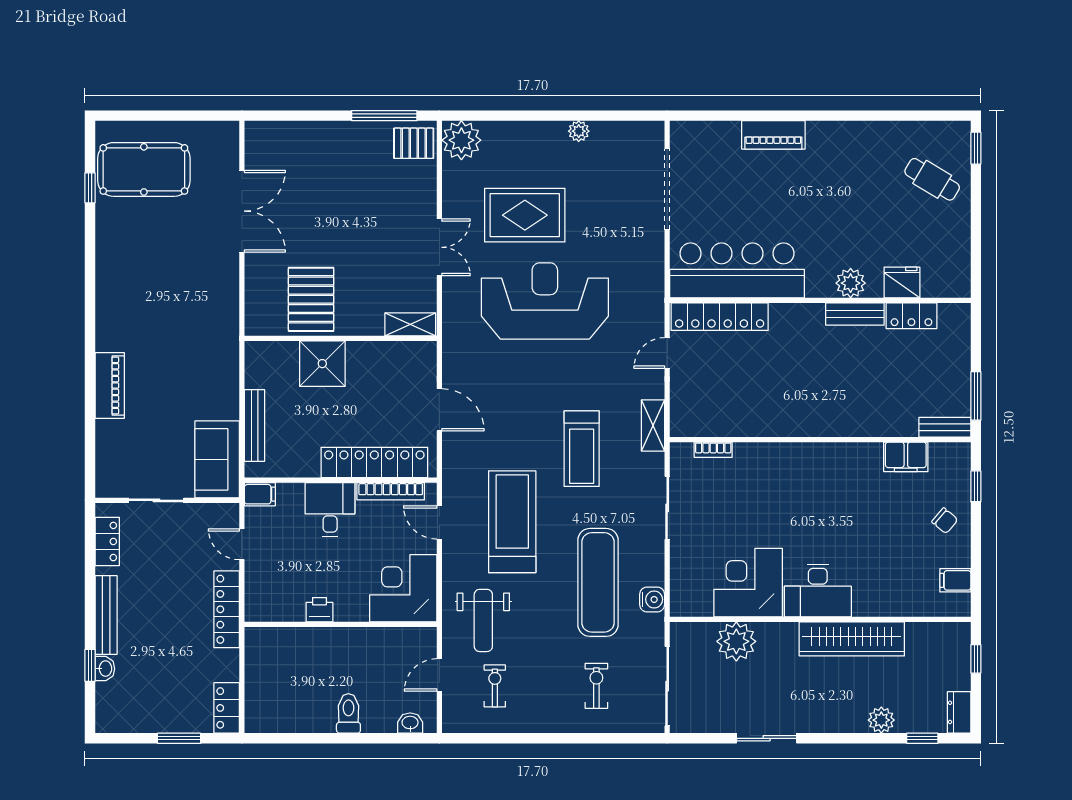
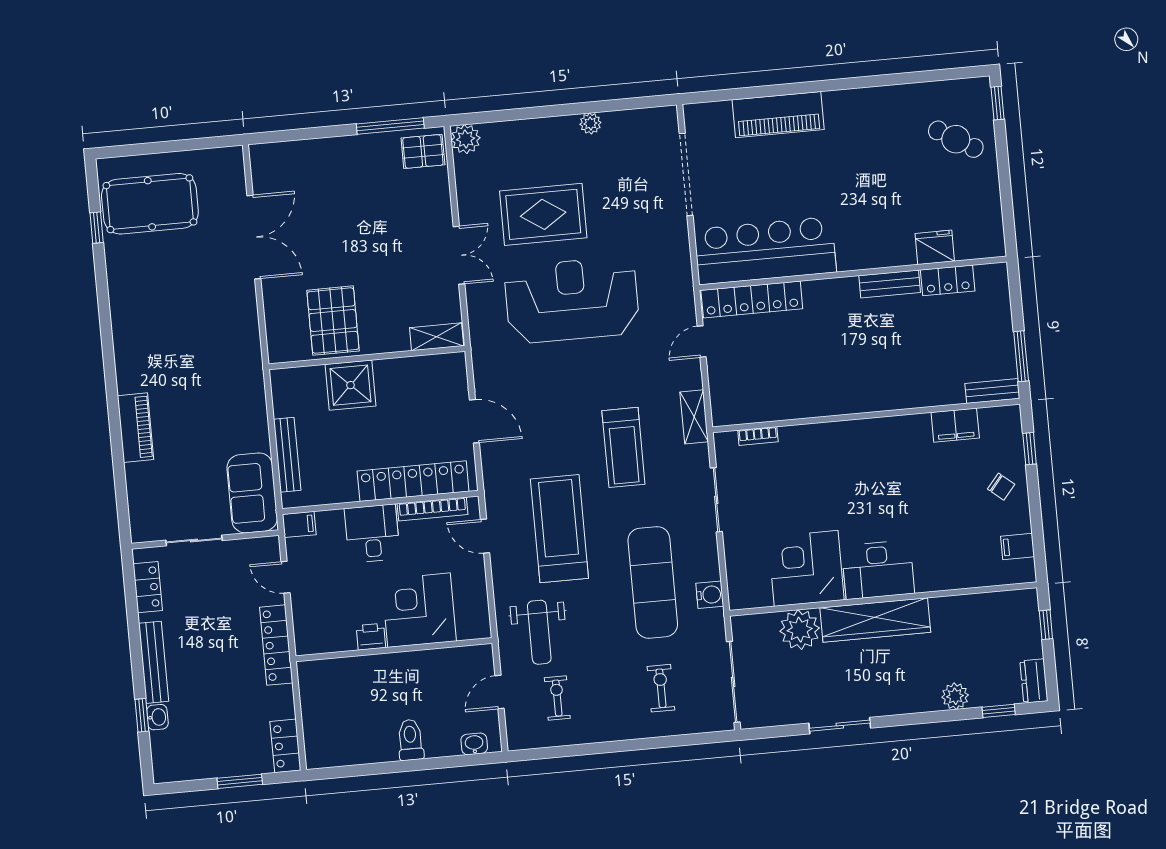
piano: (773, 135) -> (778, 115), width x1.37, depth x1.33
plant: (461, 140) -> (466, 139), width x0.73, depth x0.73
plant: (851, 283) -> (882, 253), removed
corner desk: (403, 588) -> (419, 610), moved
wardrobe: (852, 639) -> (875, 620), moved

